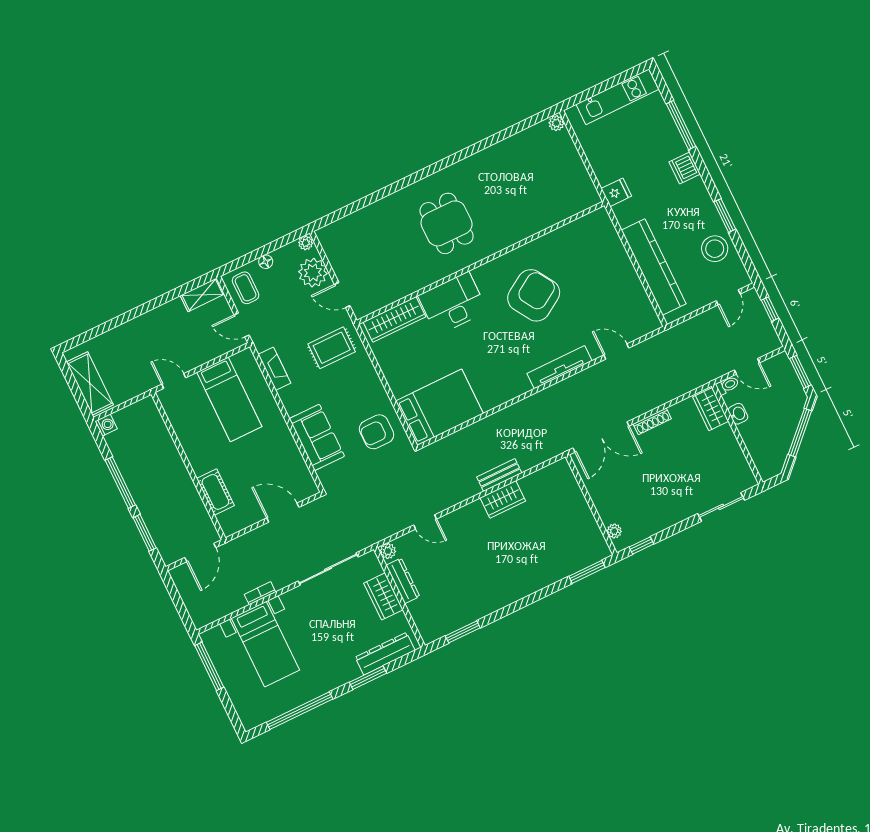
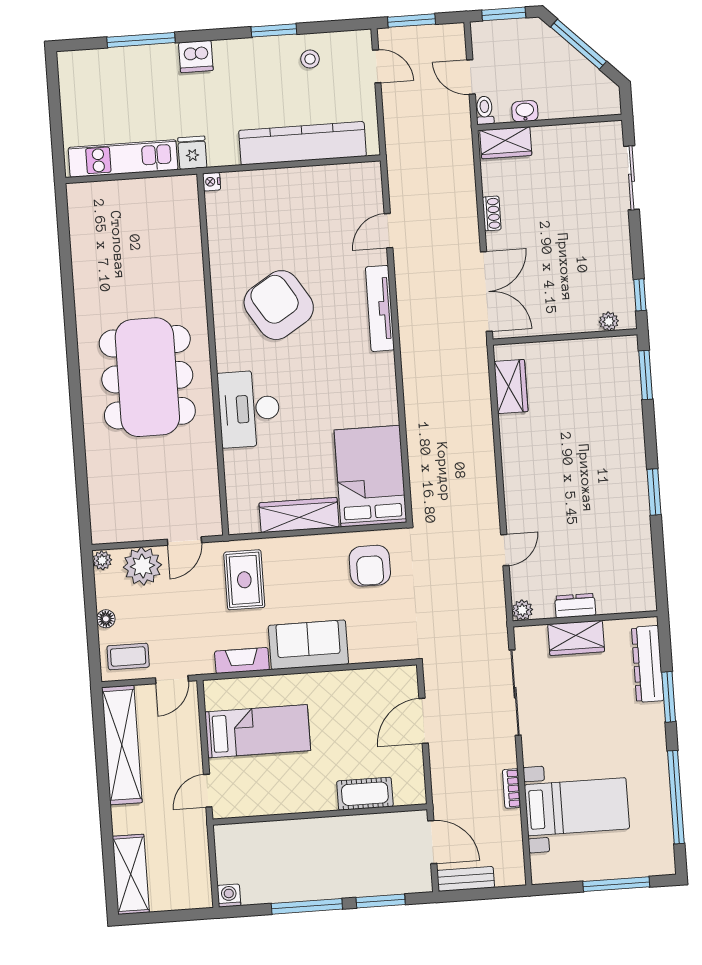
kitchen unit: (617, 97) -> (123, 159), moved, turned -90
plant: (556, 123) -> (78, 193), removed
nightstand: (601, 214) -> (212, 182), added
dining table: (447, 223) -> (147, 377), width x1.88, depth x1.24
stool: (715, 249) -> (310, 59), width x0.53, depth x0.53
shelving: (202, 295) -> (122, 745), width x2.20, depth x1.33
window: (770, 309) -> (412, 21), width x1.50
wardrobe: (394, 319) -> (299, 515), moved, turned -90
door: (747, 366) -> (471, 77), swing flipped
shelving: (90, 383) -> (131, 874), moved, turned 90
shoe rack: (652, 421) -> (492, 213), width x0.70
sofa: (317, 437) -> (308, 645), moved
bench: (499, 475) -> (466, 879), moved, turned 90
wardrobe: (503, 499) -> (511, 387), moved
dresser: (403, 581) -> (575, 606), width x0.70
window: (463, 632) -> (654, 492), moved
window: (209, 666) -> (616, 884), moved

